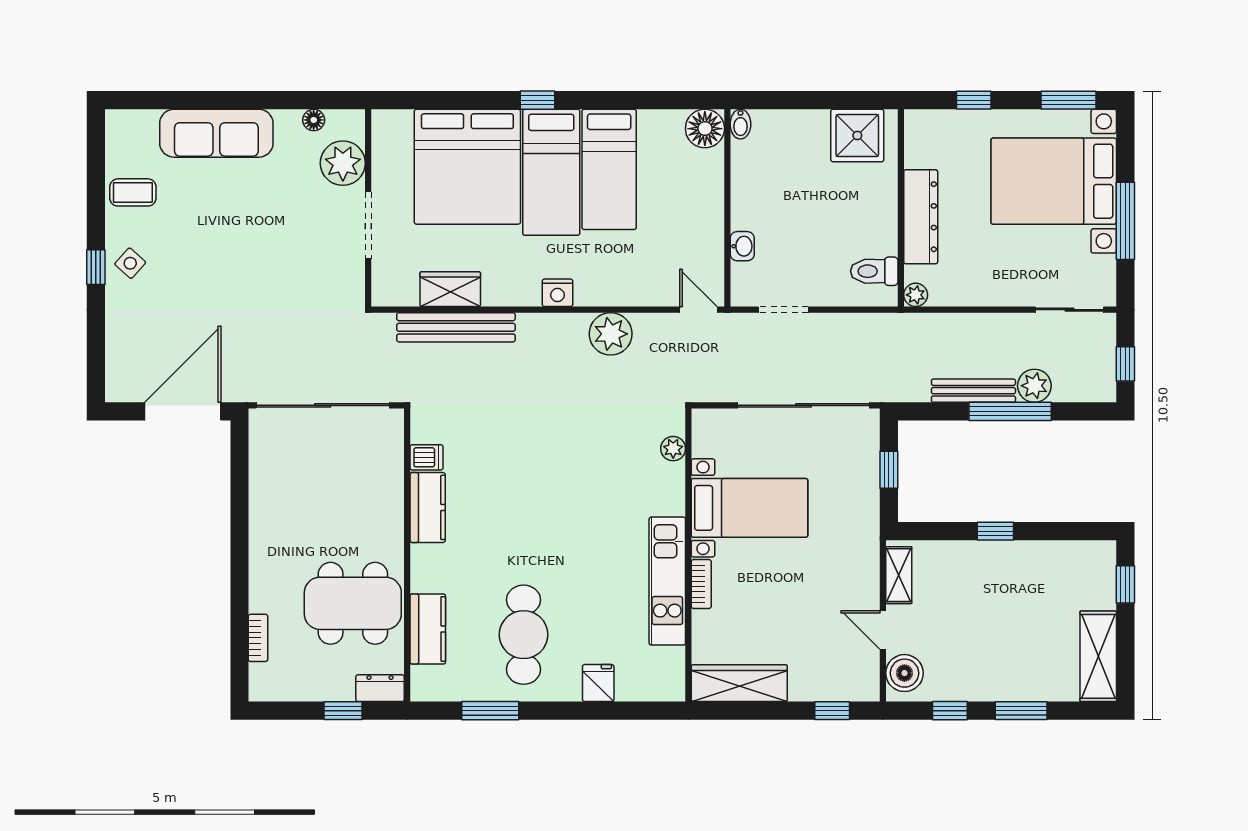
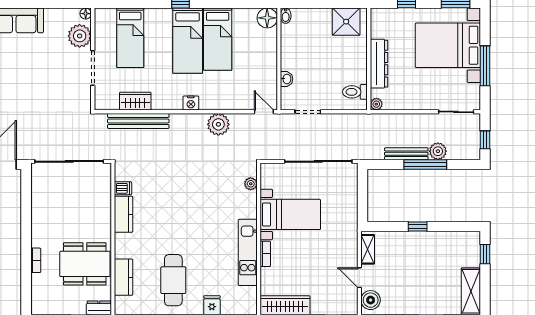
floor lamp: (314, 120) -> (86, 14), moved
bed: (467, 167) -> (130, 38), width x0.49
window: (889, 470) -> (363, 195), removed
bookcase: (258, 638) -> (36, 260), moved

